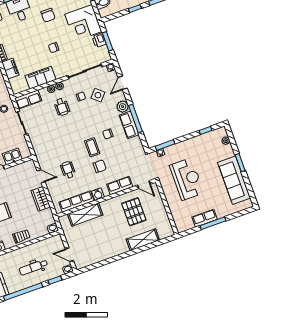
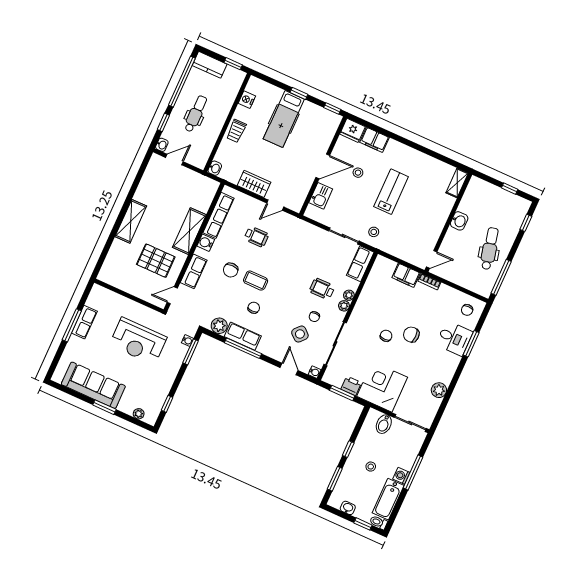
chair: (48, 15) -> (411, 335), moved
filing cabinet: (40, 78) -> (370, 295), removed
plant: (123, 107) -> (219, 326), moved
shelving: (85, 215) -> (189, 231), moved
shelving: (143, 240) -> (131, 221), moved

